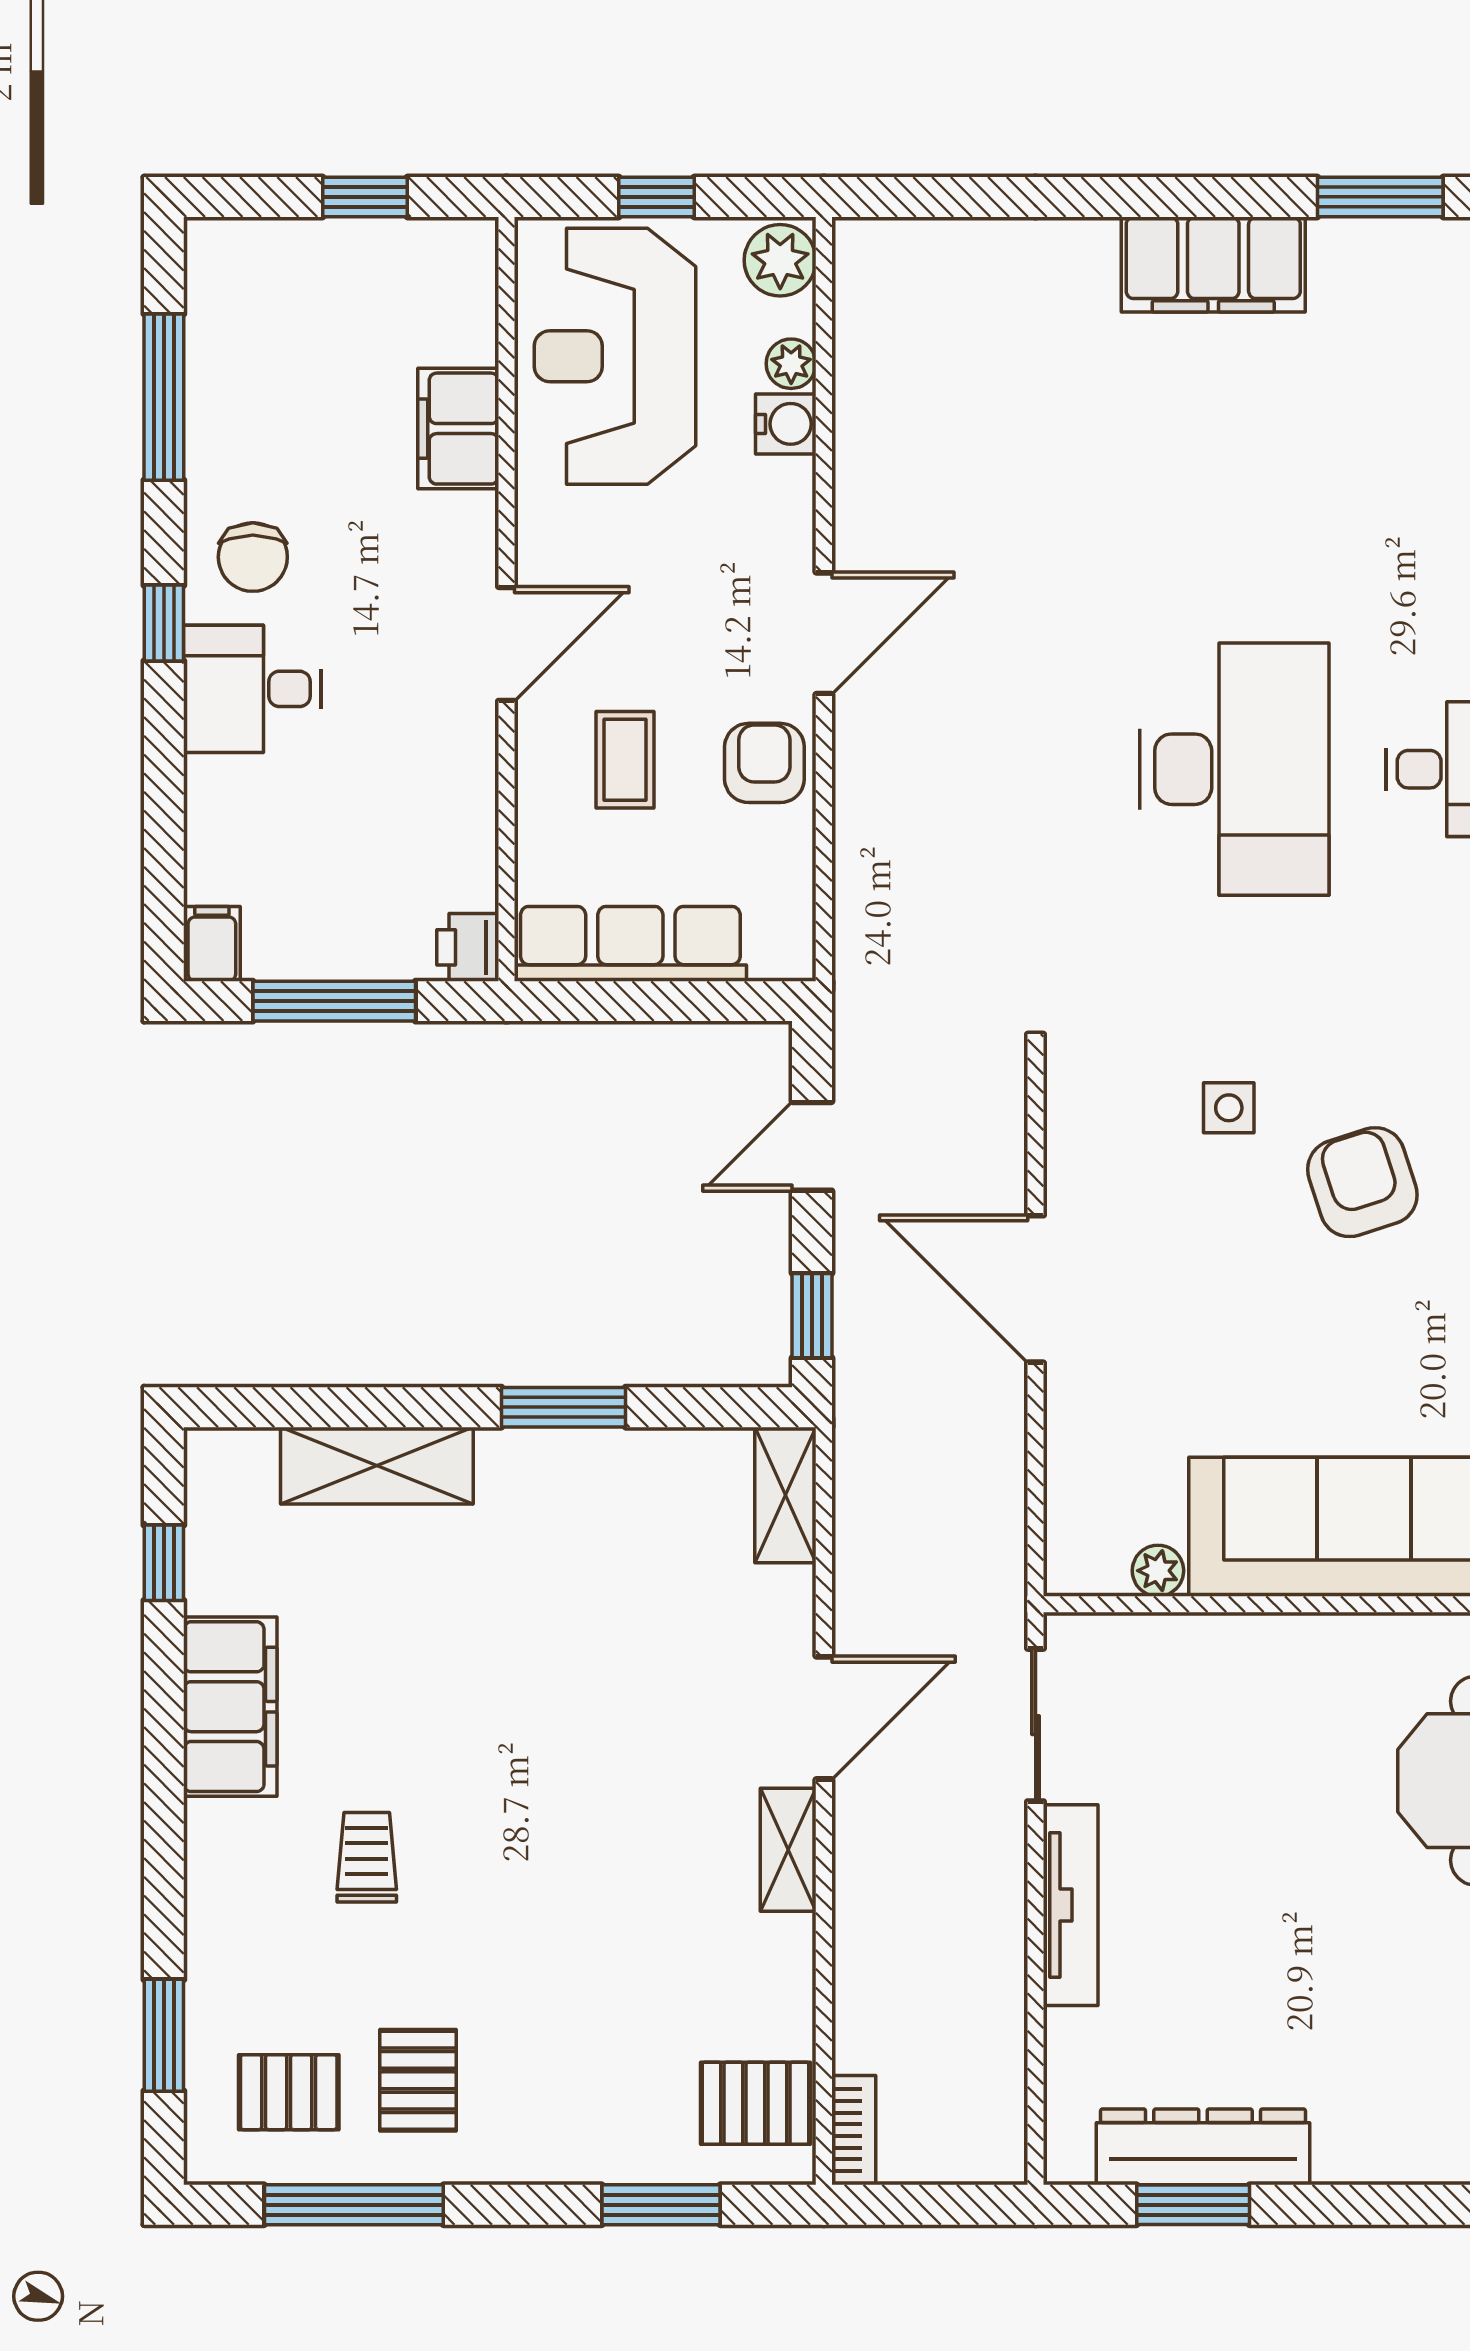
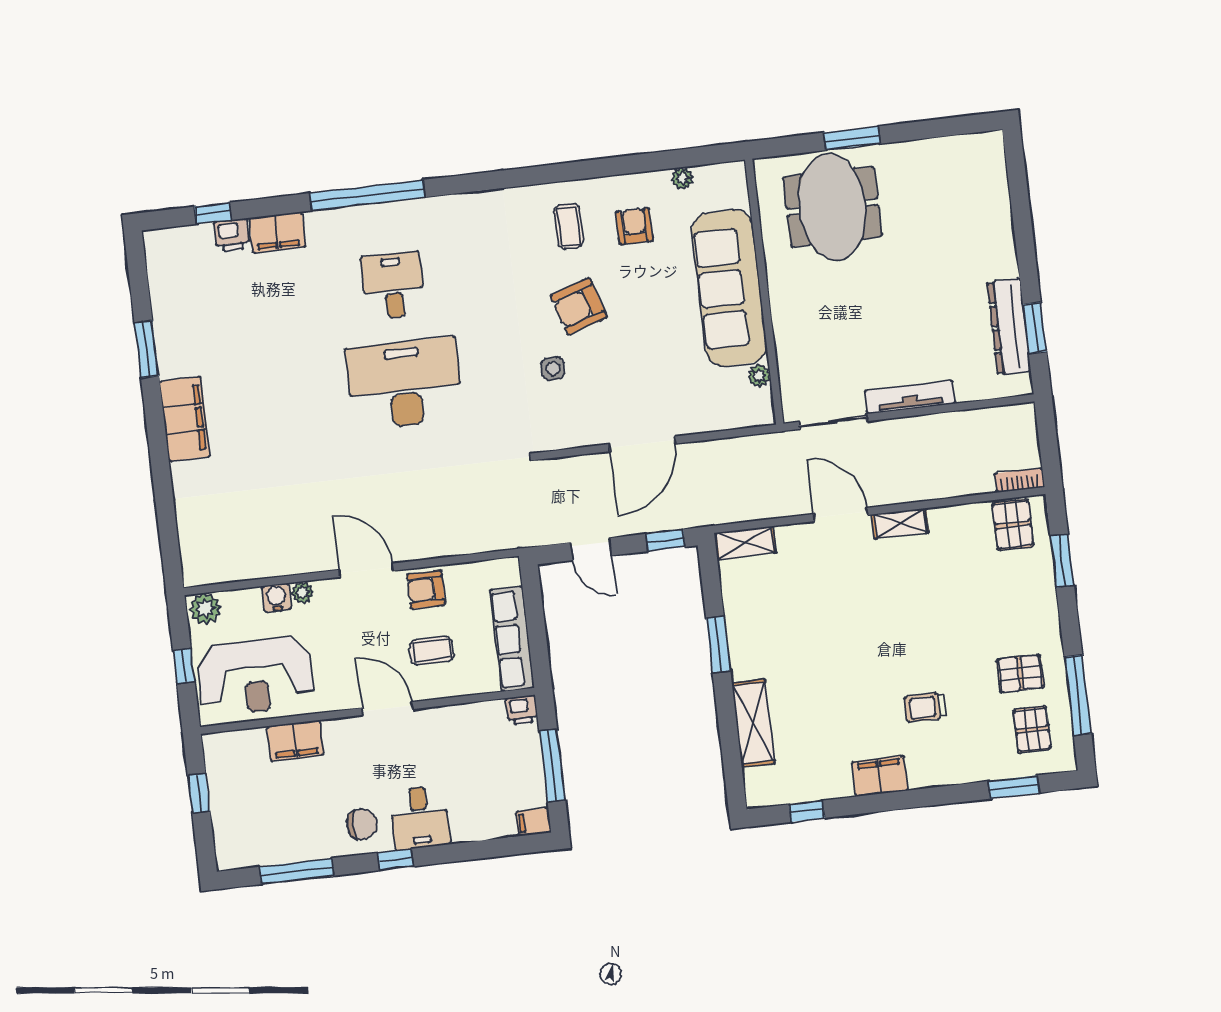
plant: (791, 364) -> (303, 592), moved
filing cabinet: (230, 1707) -> (880, 776), width x0.67, depth x0.86

